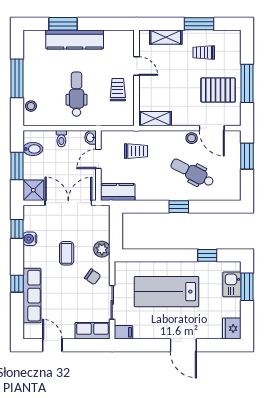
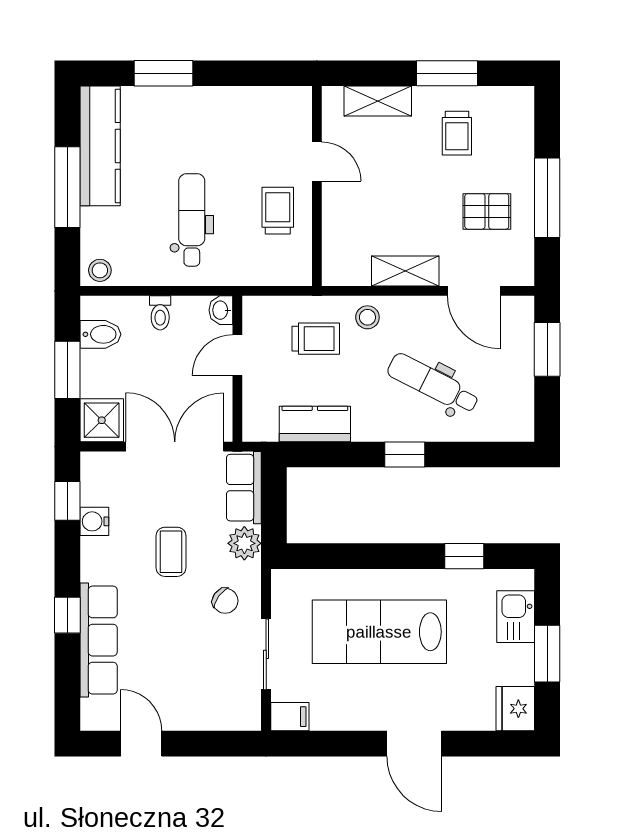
kitchen counter: (75, 39) -> (100, 146), moved, turned -90
trolley: (204, 53) -> (457, 133), turned -90
pallet: (218, 90) -> (487, 211), width x0.67, depth x0.71
stool: (31, 106) -> (100, 270), moved
shelving: (155, 119) -> (405, 271), moved
stool: (192, 138) -> (367, 317), moved
kitchen counter: (118, 192) -> (315, 424), moved
window: (247, 287) -> (547, 654), moved
row of seats: (92, 331) -> (244, 488), moved, turned -90

